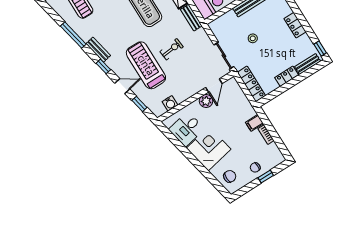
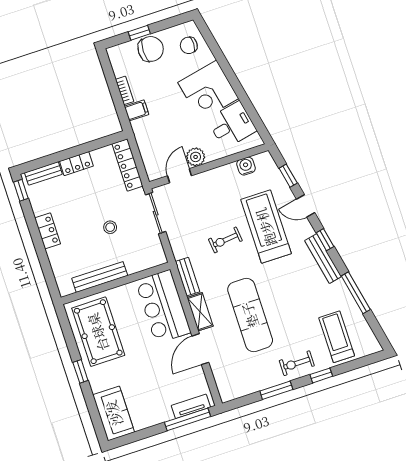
bench: (98, 50) -> (323, 259), width x1.36
treadmill: (146, 65) -> (266, 227), turned 180
chair: (255, 167) -> (151, 49), width x1.87, depth x1.87

